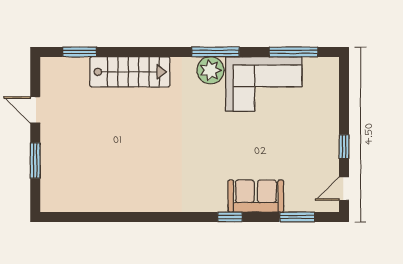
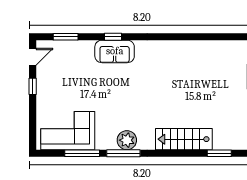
window: (294, 52) -> (82, 153), moved
corner sofa: (264, 84) -> (68, 131), moved
sofa: (256, 196) -> (115, 51), moved

